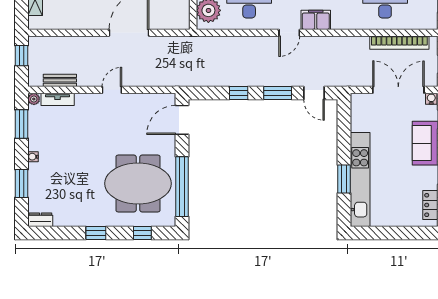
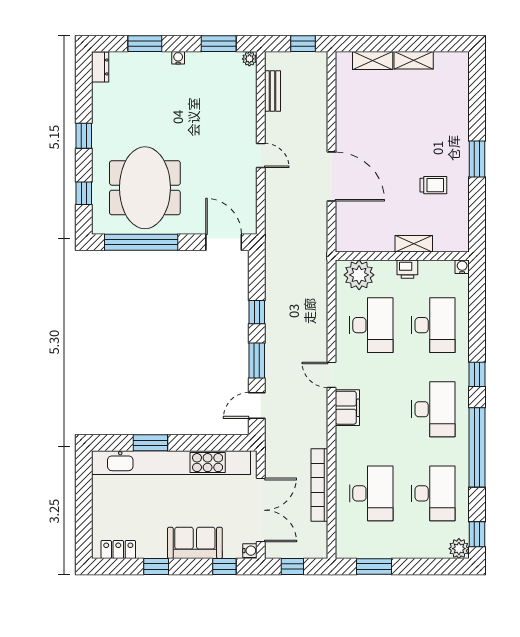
bookcase: (399, 43) -> (319, 485), moved
tv unit: (58, 99) -> (249, 88), removed
kitchen unit: (360, 179) -> (171, 463), width x1.36

